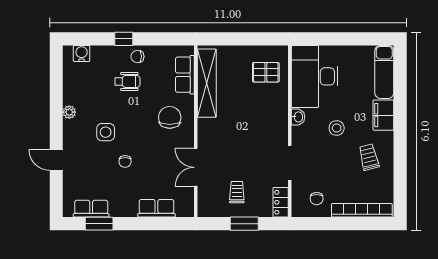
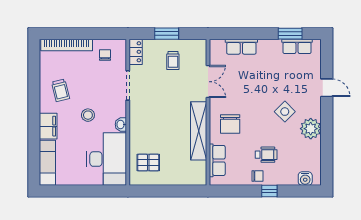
wheelchair: (127, 81) -> (266, 155), turned 180
shelving: (207, 83) -> (199, 131), moved
plant: (69, 112) -> (311, 129), width x1.88, depth x1.88
side table: (106, 132) -> (285, 112), turned 45
chair: (125, 161) -> (268, 87), removed

